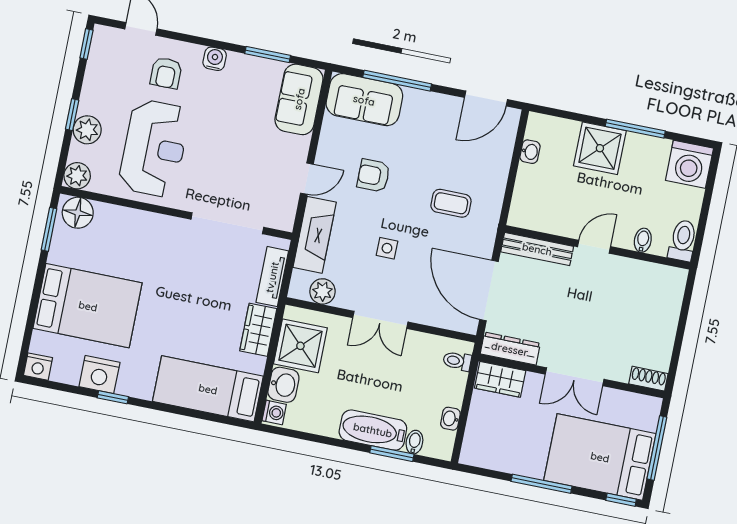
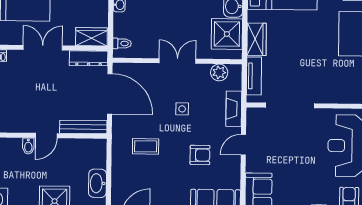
washbasin: (530, 152) -> (97, 183), width x1.91, depth x1.45
fireplace: (315, 235) -> (234, 109), width x0.73, depth x0.76
bidet: (643, 240) -> (28, 146), moved

